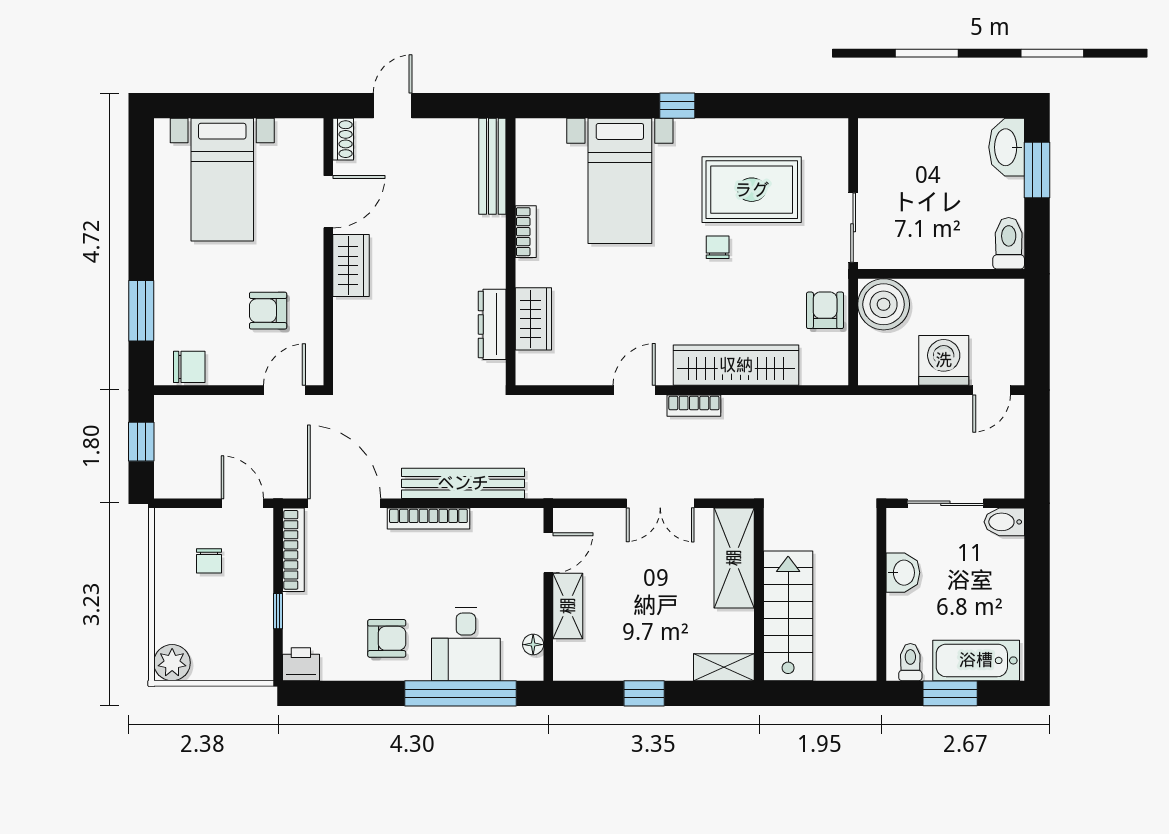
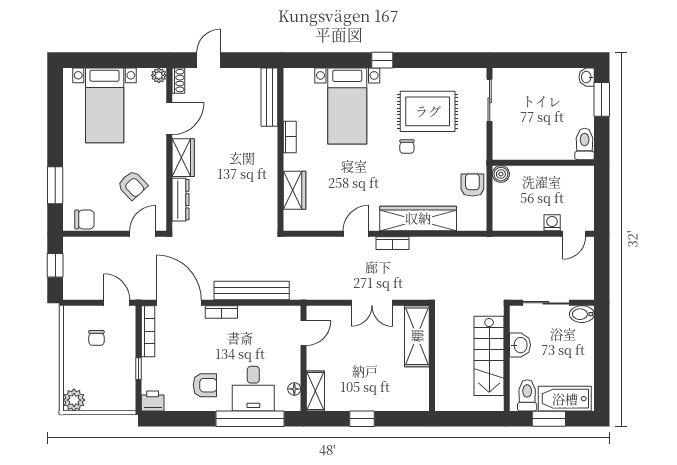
plant: (311, 131) -> (159, 75), added
washbasin: (1007, 147) -> (587, 77), width x0.52, depth x0.69
sliding door: (853, 228) -> (490, 100), moved
chair: (718, 247) -> (407, 146), turned 180
boiler: (884, 304) -> (501, 174), width x0.54, depth x0.54
armchair: (268, 311) -> (133, 185), turned -133
dresser: (492, 324) -> (181, 200), moved, turned 180
washing machine: (944, 360) -> (552, 223), width x0.53, depth x0.53
bookcase: (428, 519) -> (221, 312), width x0.64
shelving: (568, 606) -> (315, 391), moved
stairs: (788, 616) -> (489, 356), moved, turned 180
toilet: (910, 662) -> (527, 395), width x1.37, depth x1.39
shelving: (724, 667) -> (411, 403), removed

